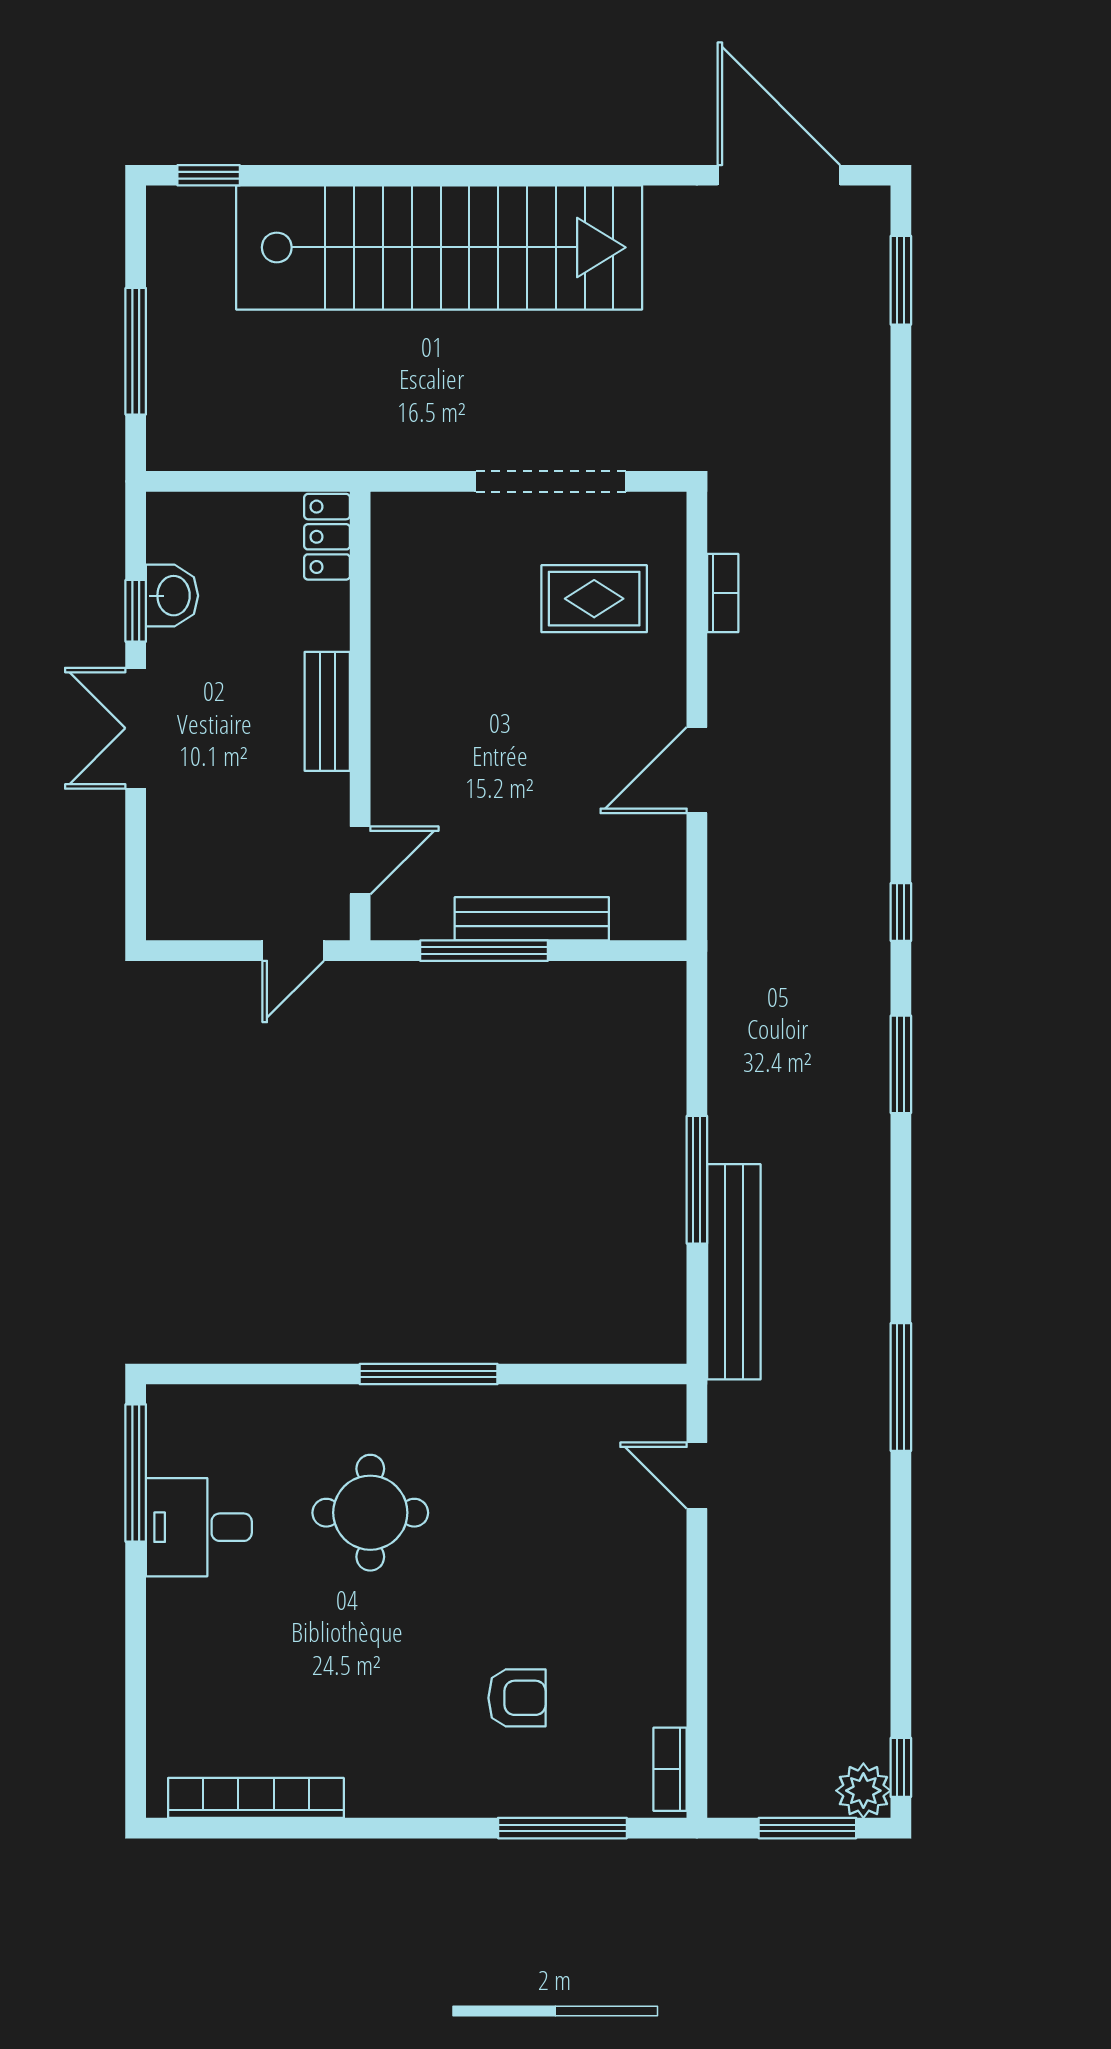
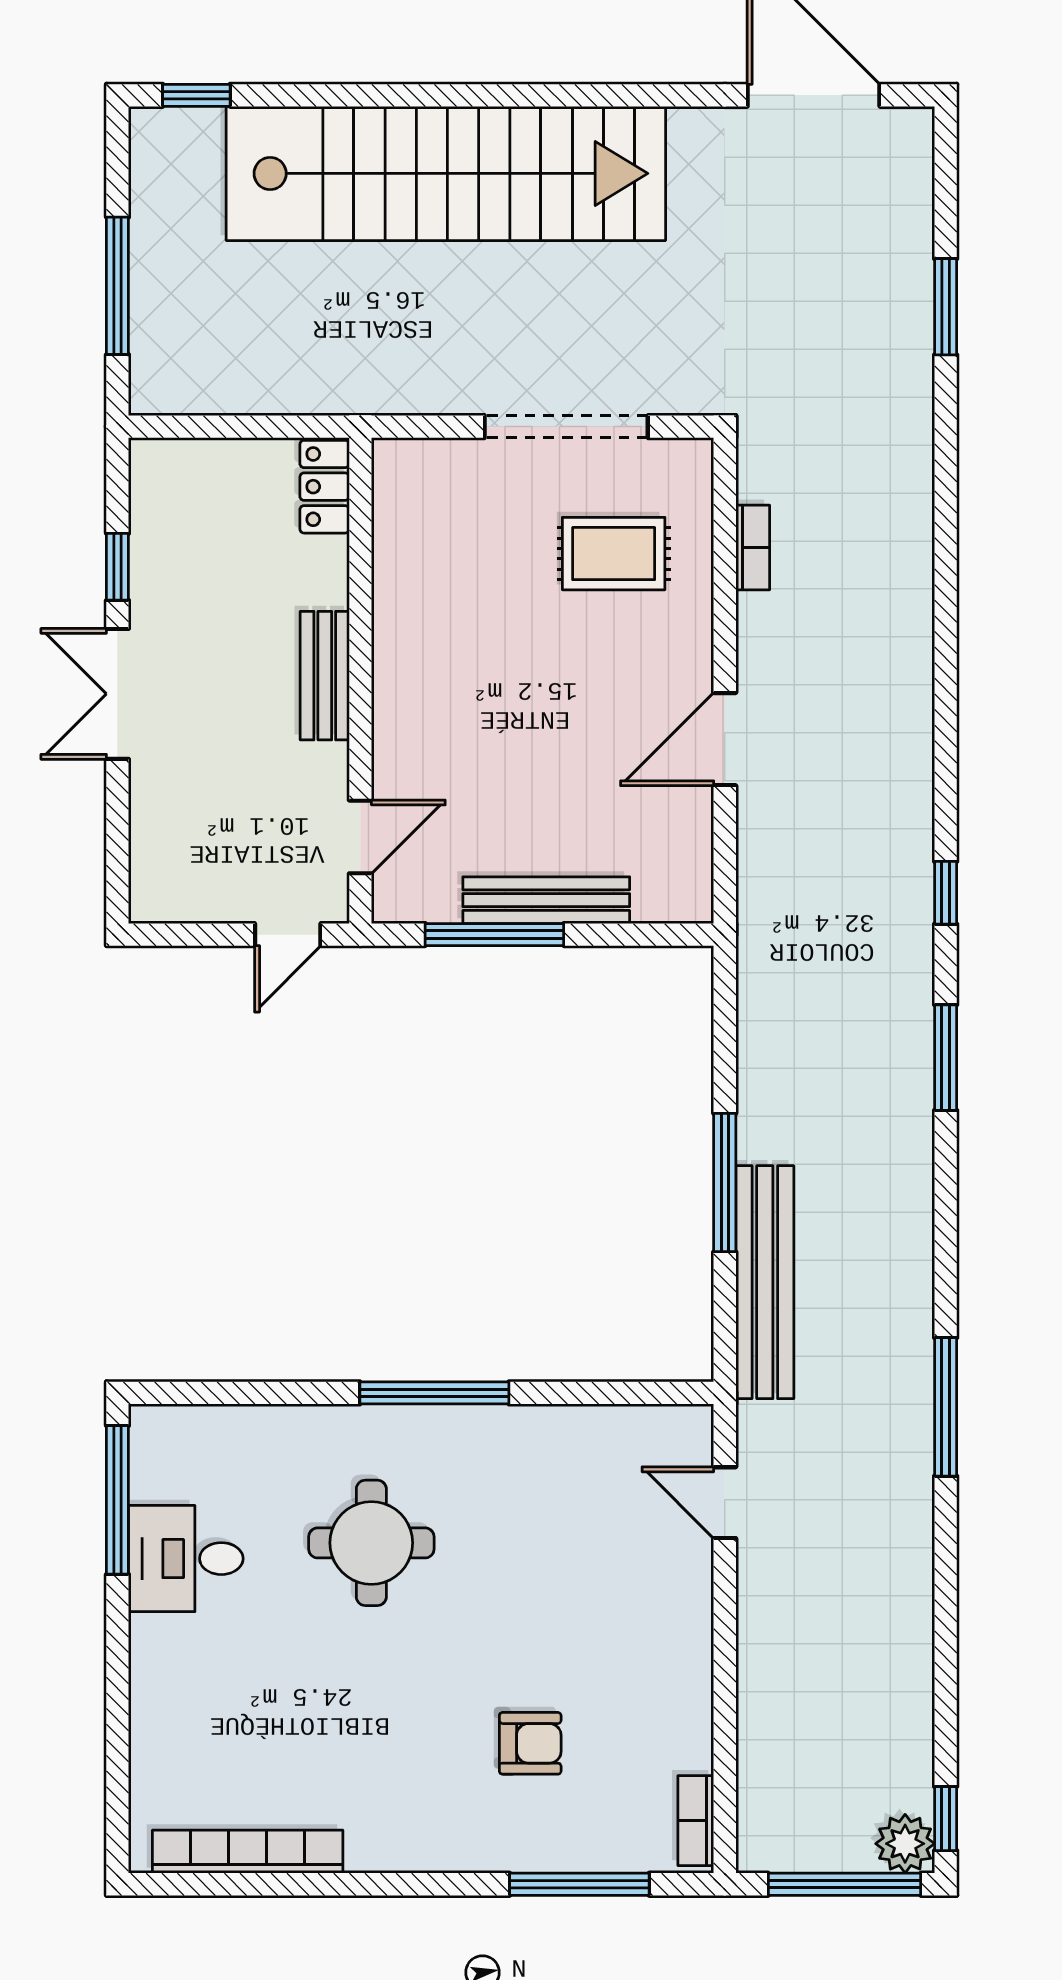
window: (901, 280) -> (946, 307), moved
washbasin: (172, 596) -> (157, 550), removed
window: (807, 1828) -> (844, 1884), width x1.44

